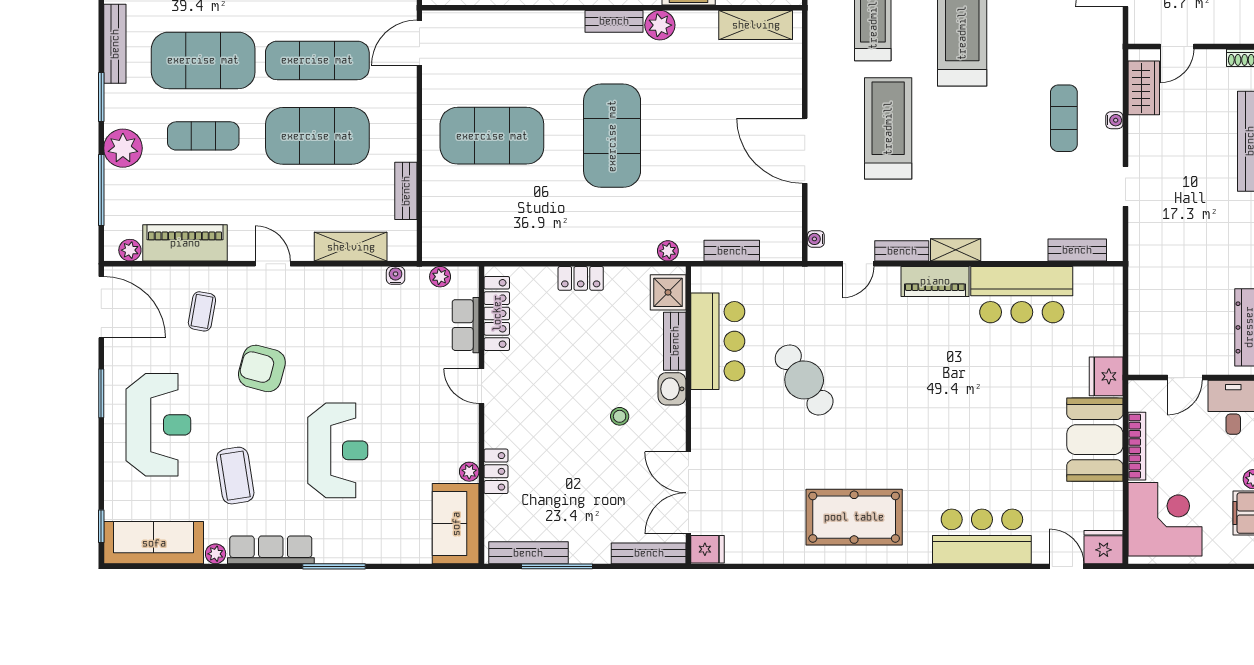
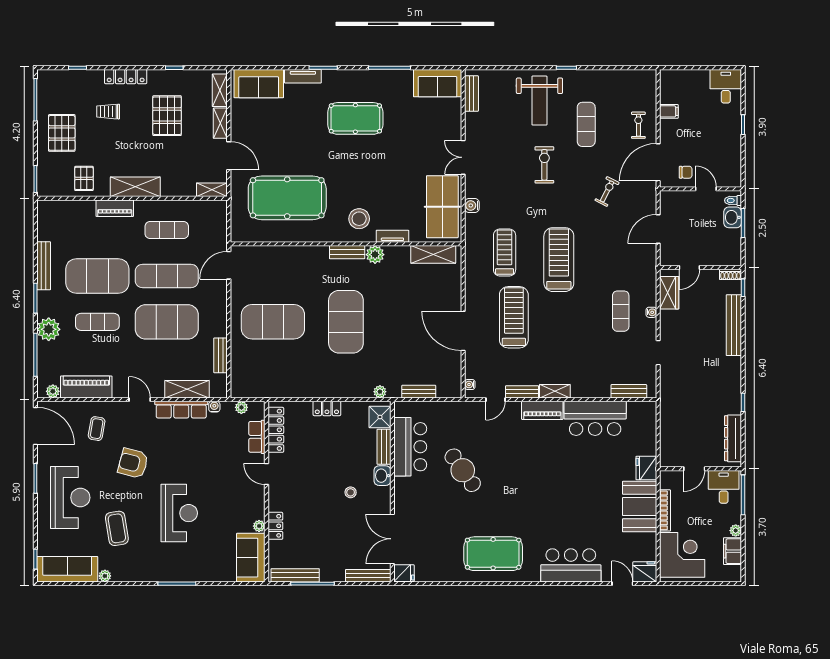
row of seats: (271, 550) -> (181, 410), moved, turned 180

